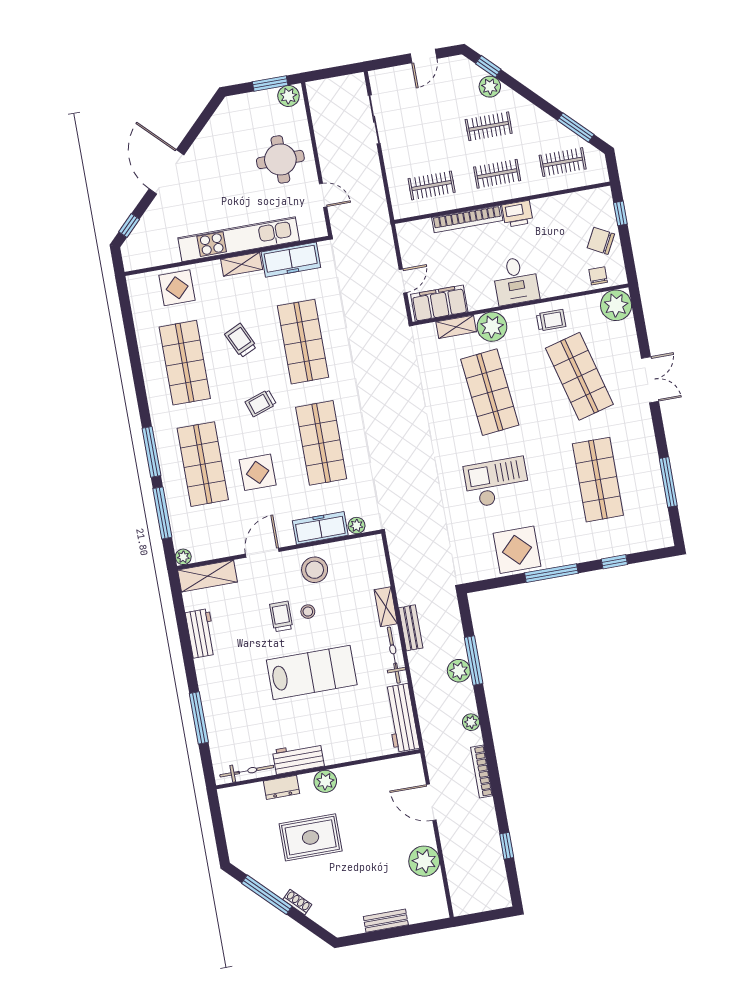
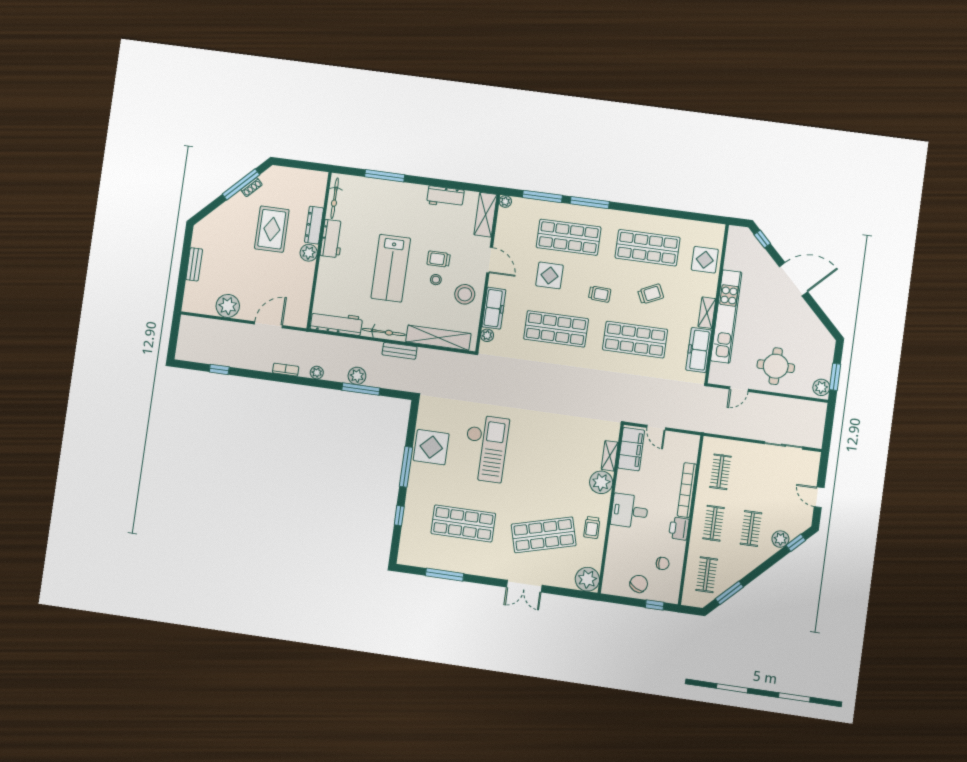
chair: (598, 276) -> (663, 563), moved
shop shelf: (490, 392) -> (553, 465), removed
trolley: (261, 403) -> (600, 294), turned 112
checkout: (497, 482) -> (485, 448), width x1.36, depth x1.21
shelving: (386, 607) -> (438, 338), width x2.20, depth x1.33
trolley: (281, 616) -> (439, 259), turned 180
bookcase: (482, 772) -> (286, 370), width x0.64
dresser: (281, 787) -> (314, 225), width x1.44
shoe rack: (297, 902) -> (251, 187), moved

